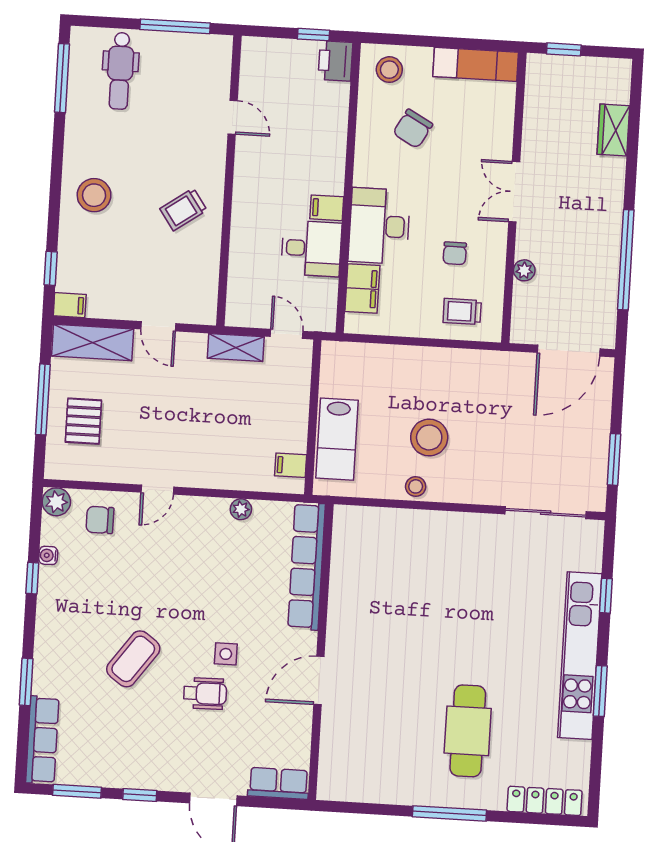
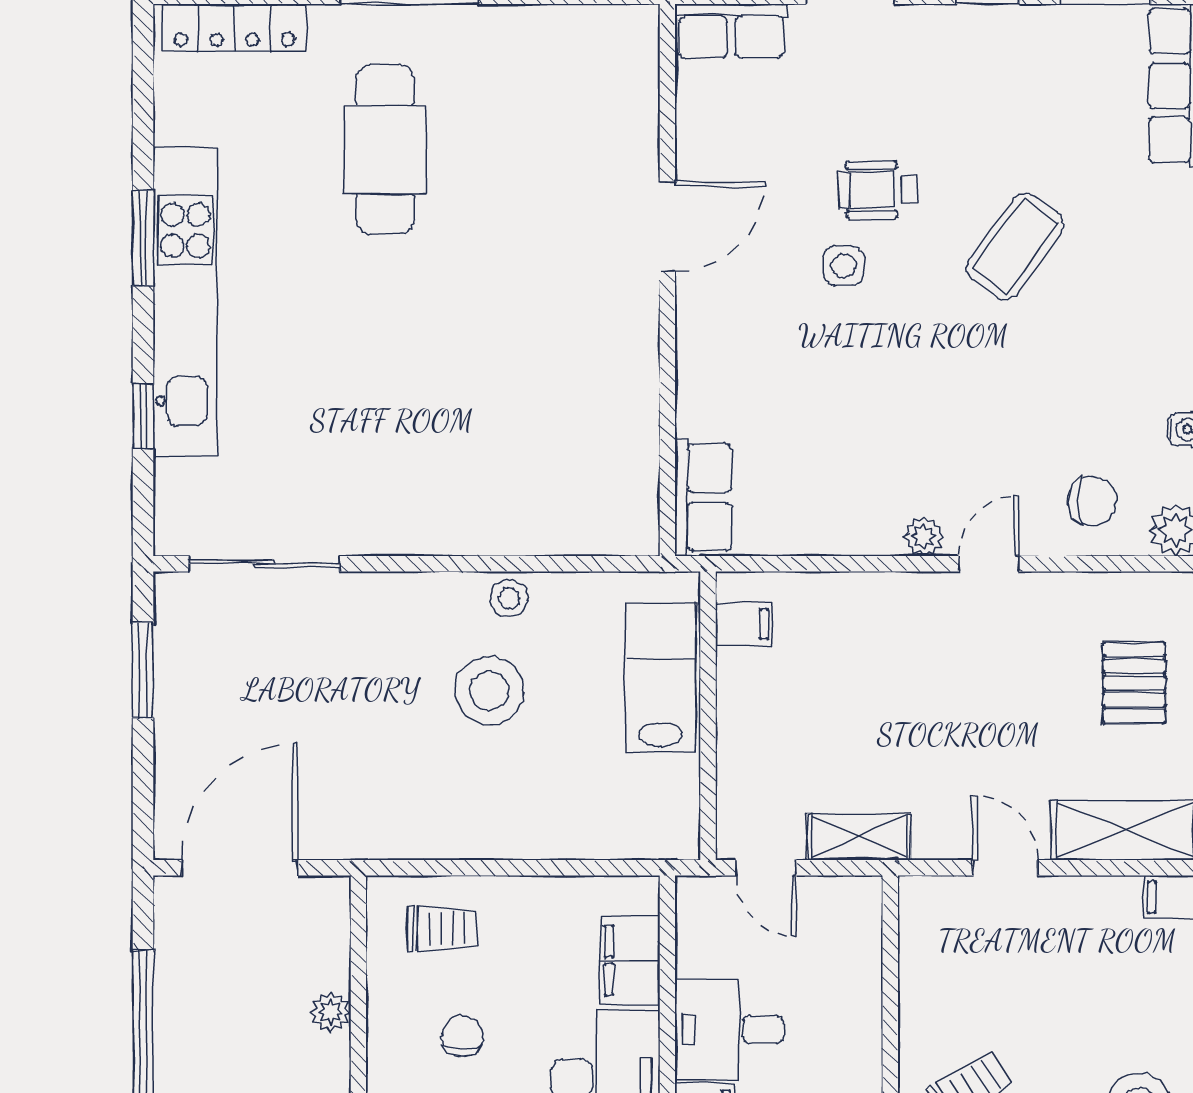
plant: (241, 509) -> (924, 536), moved
row of seats: (307, 566) -> (703, 497), width x0.50

